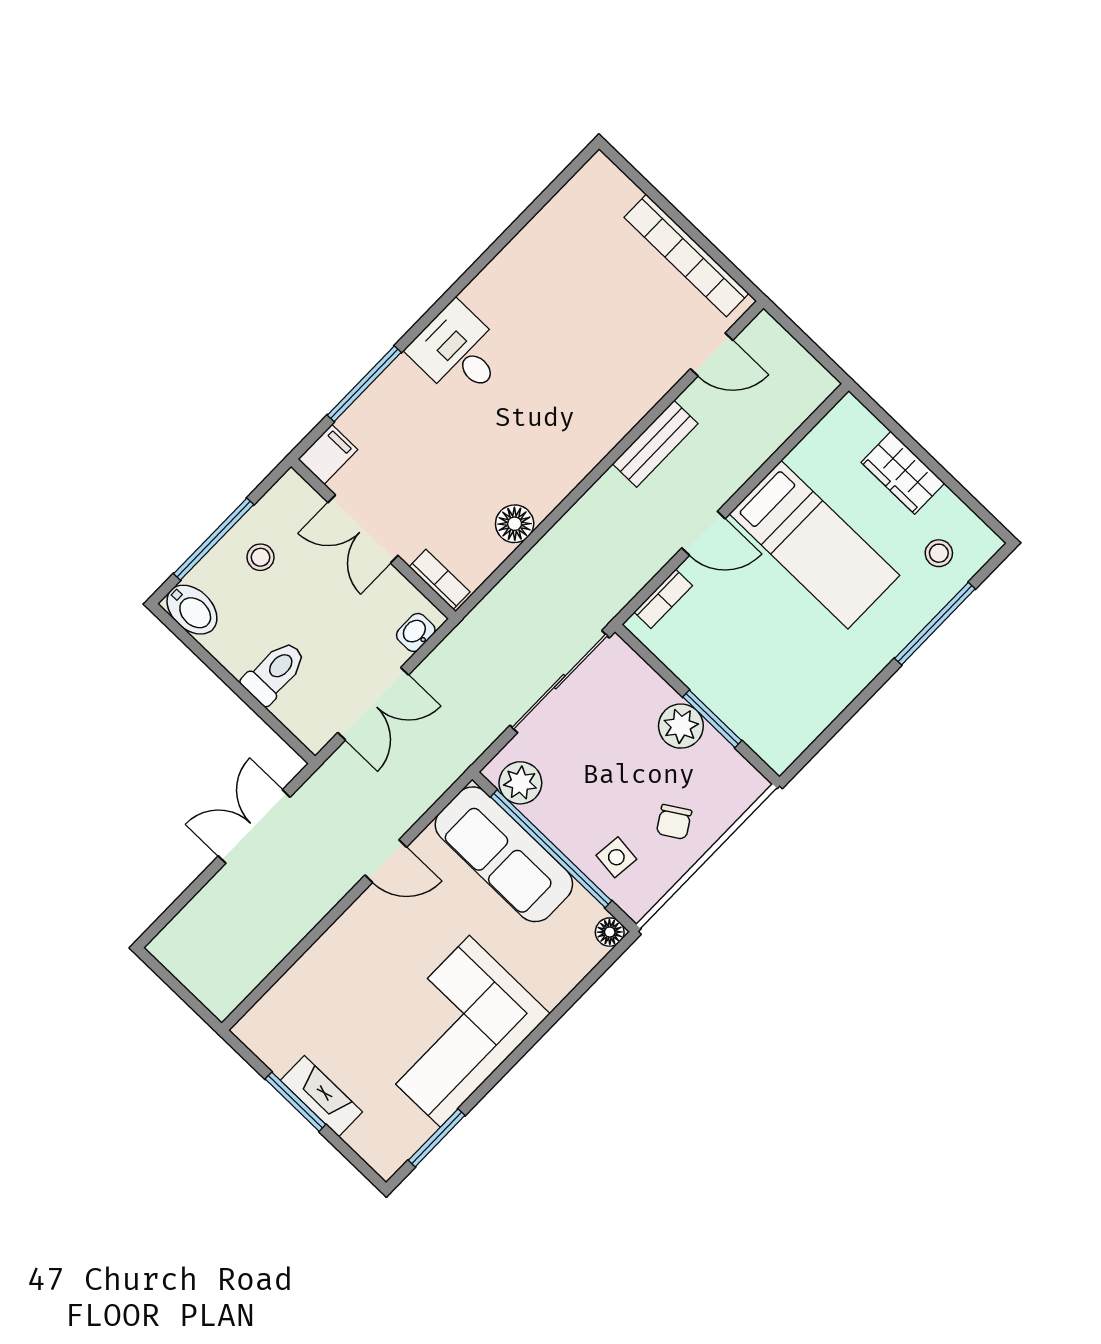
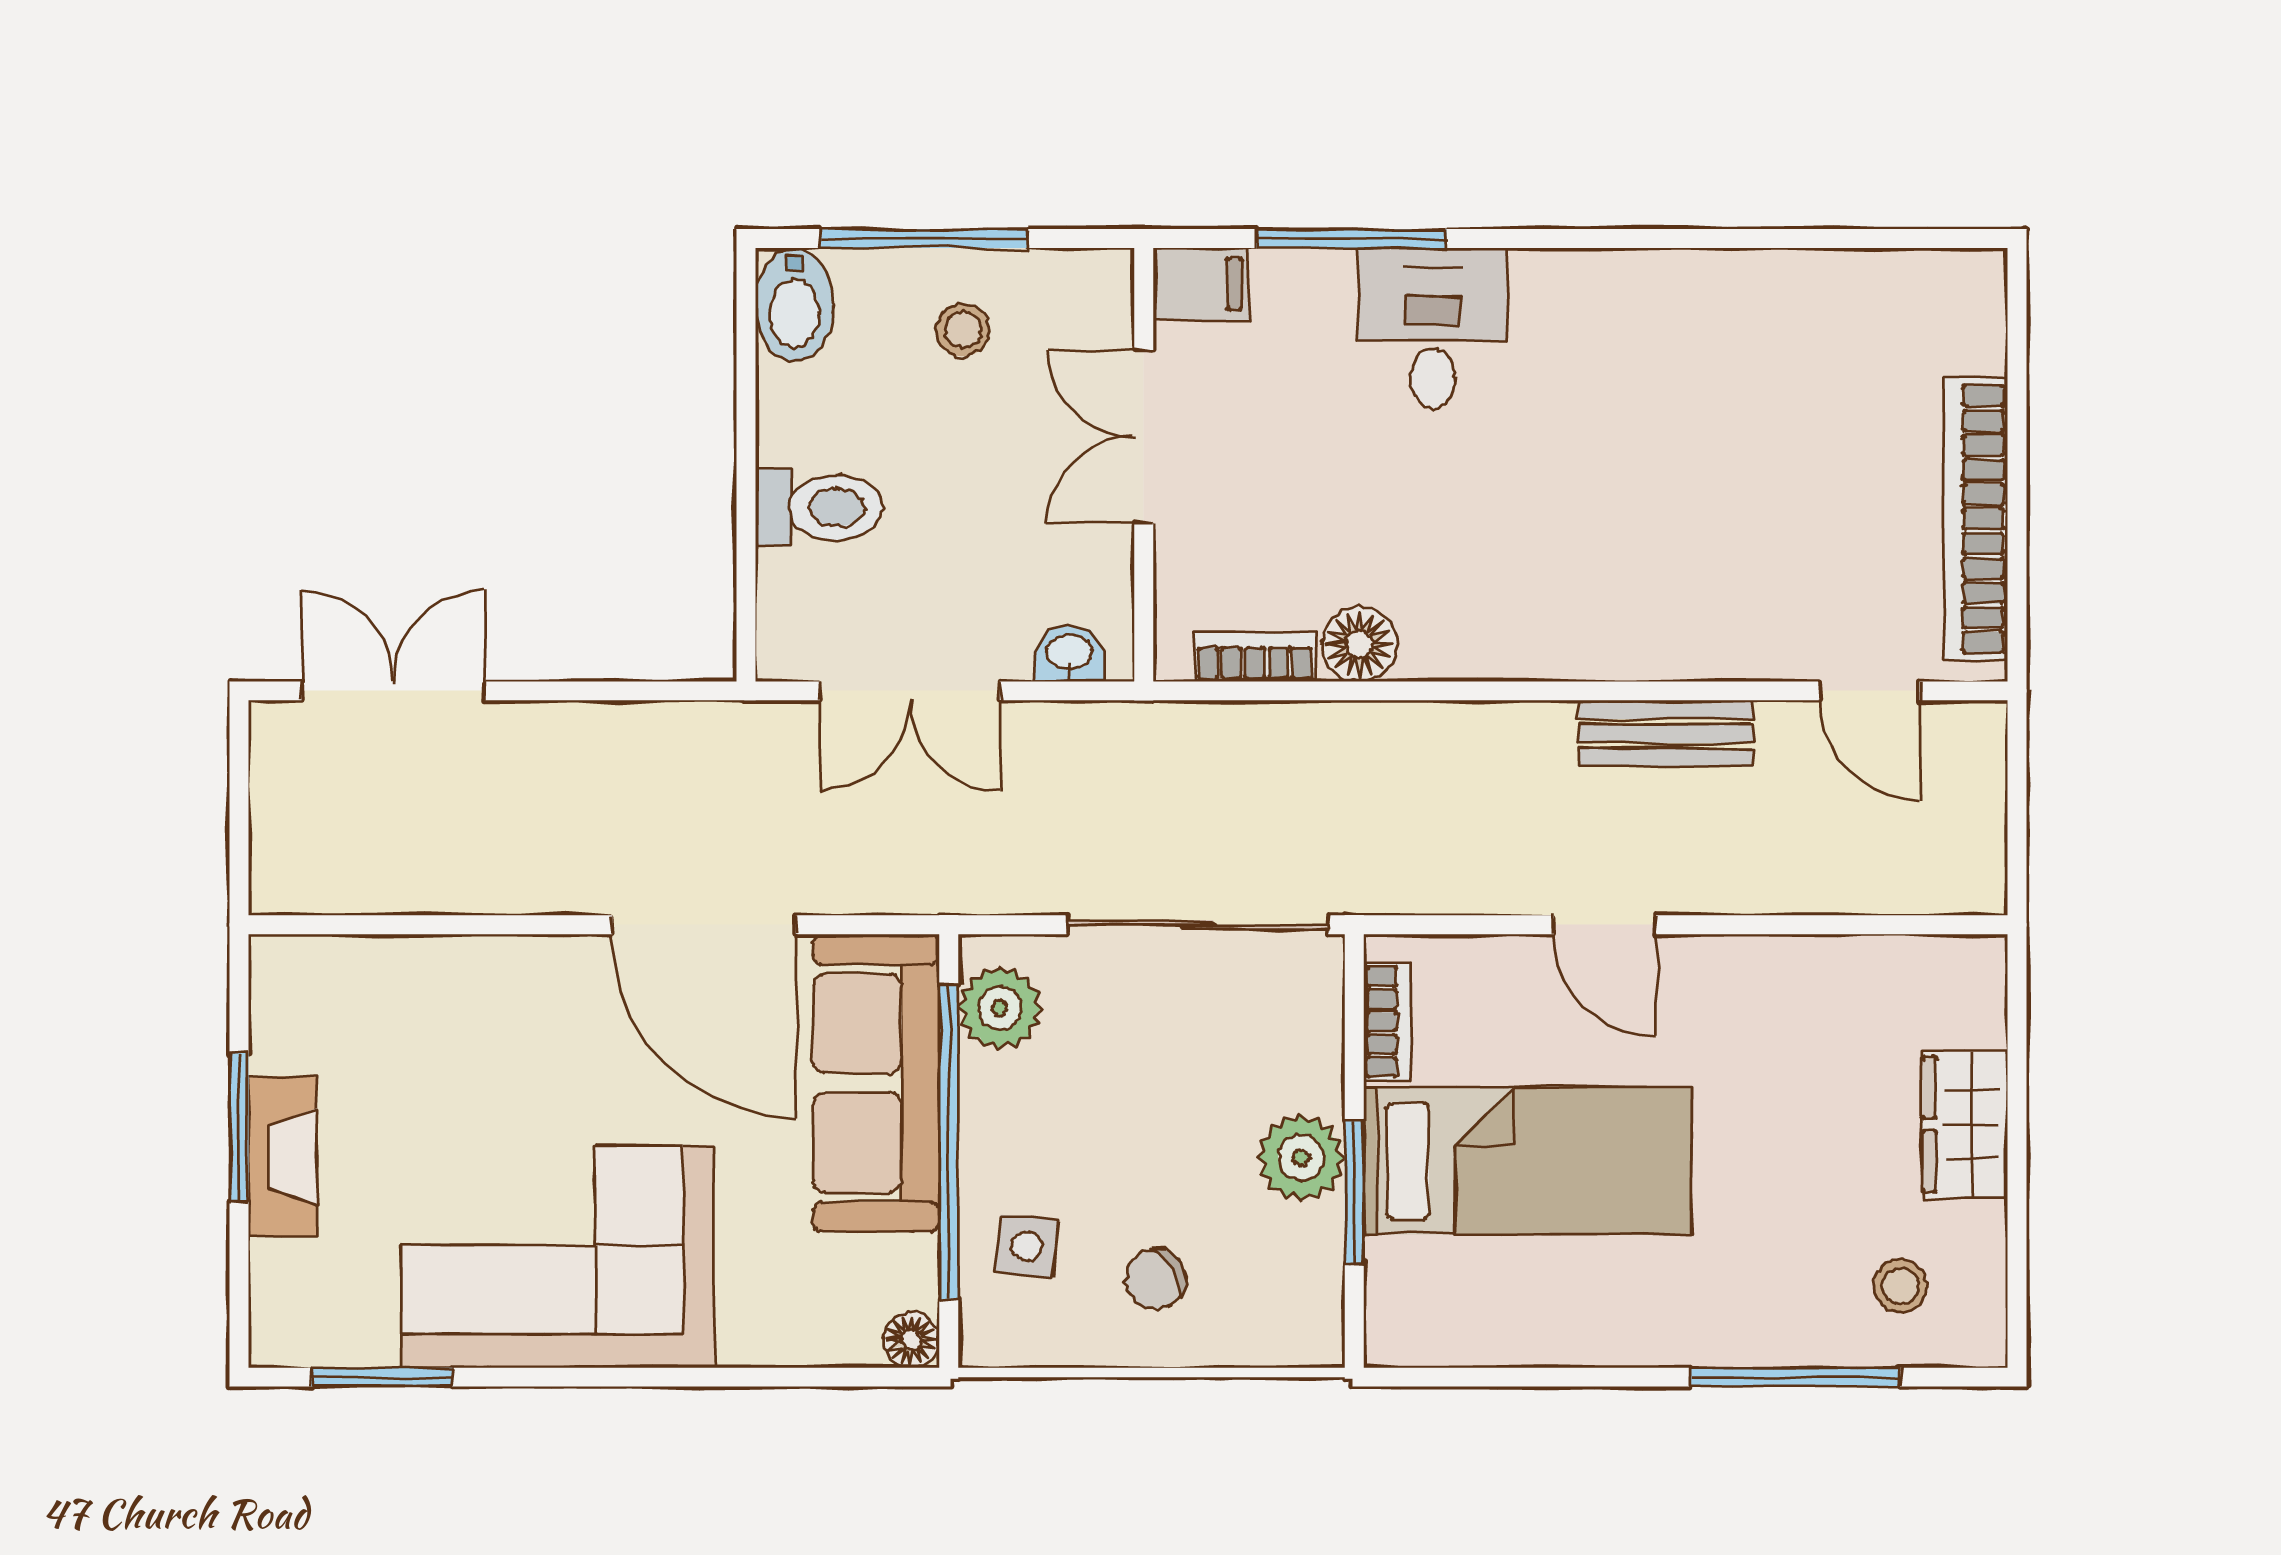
desk: (458, 352) -> (1433, 328), moved
bed: (814, 545) -> (1527, 1161), moved, turned -90
bookcase: (439, 579) -> (1255, 657), moved, turned -90
bookcase: (663, 599) -> (1387, 1022), moved, turned -90
double door: (254, 827) -> (393, 691), moved
door: (386, 861) -> (704, 925), width x1.88

